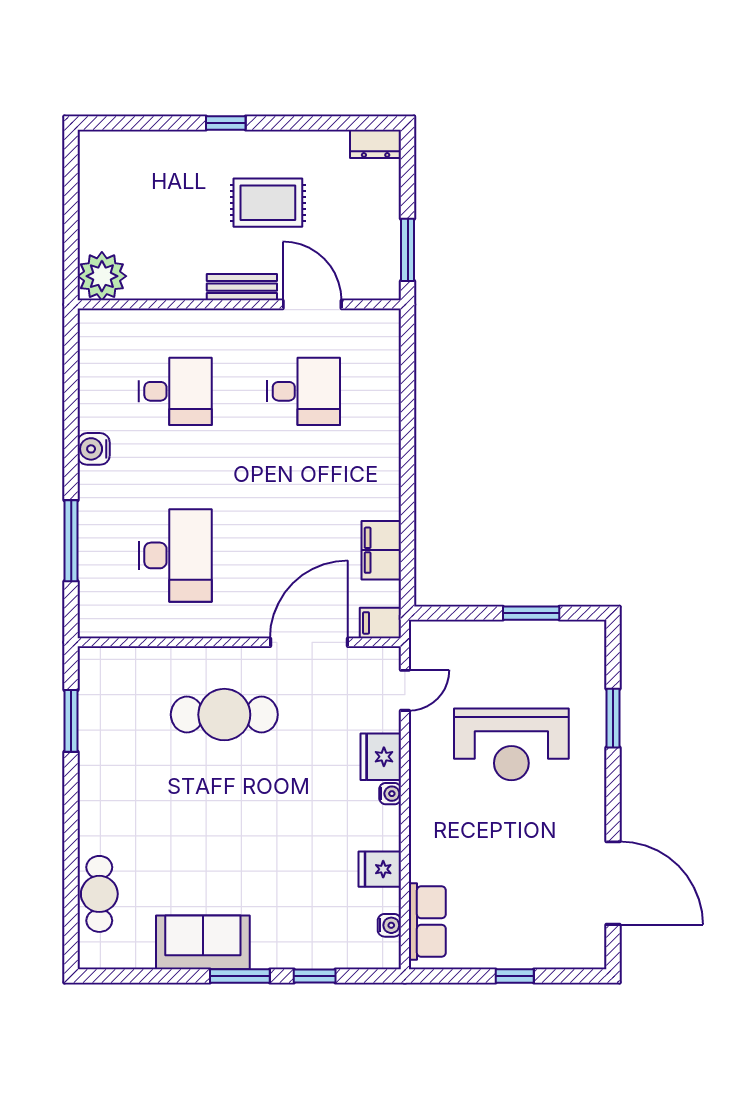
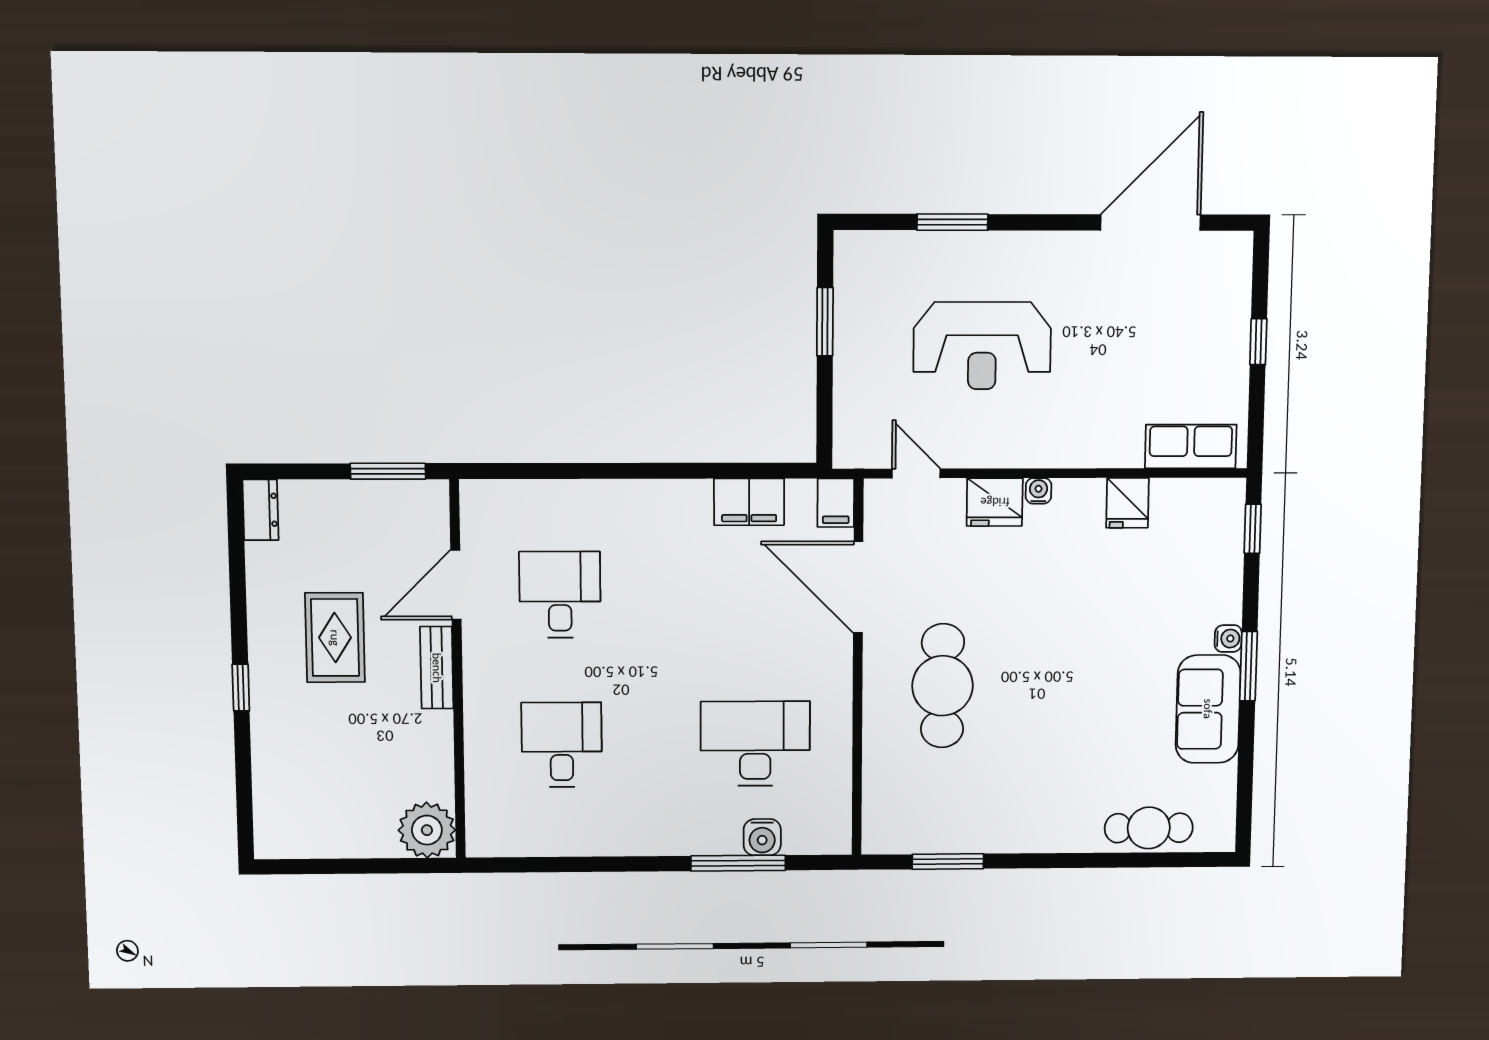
water cooler: (94, 449) -> (762, 837), moved
reception desk: (511, 744) -> (982, 346), turned 90
water cooler: (389, 925) -> (1228, 639), moved, turned 90
window: (315, 976) -> (1253, 529), moved

